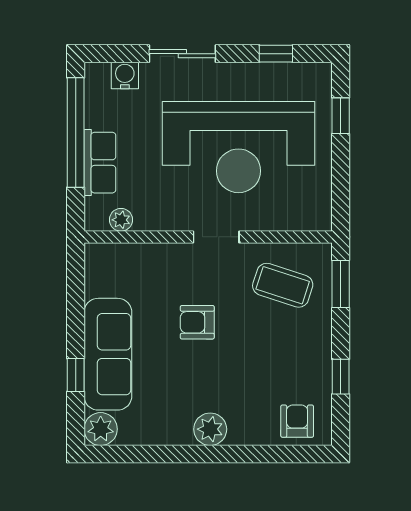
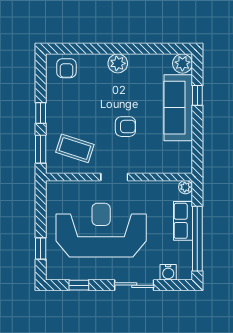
plant: (121, 220) -> (185, 187), moved
window: (341, 377) -> (41, 113), moved

